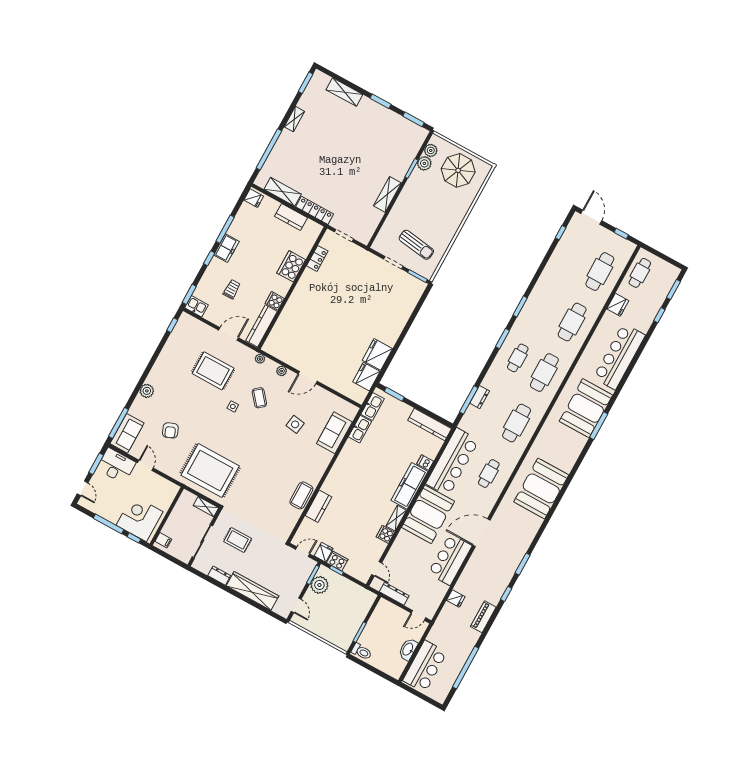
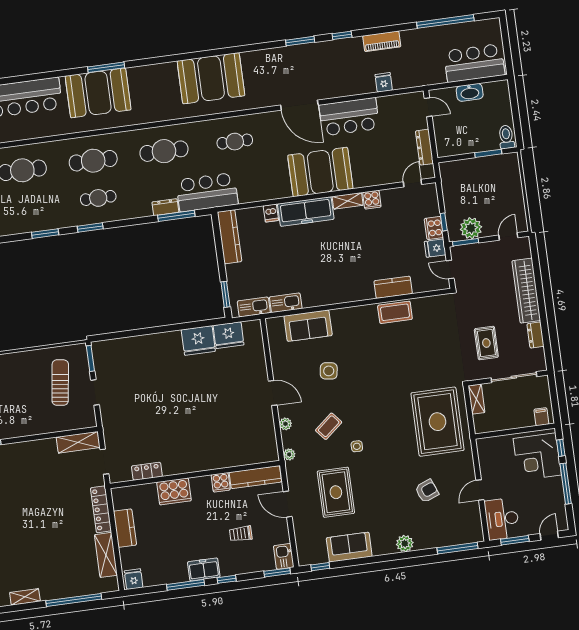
shelving: (387, 194) -> (78, 442), moved
sofa: (127, 433) -> (349, 547), moved
bar counter: (452, 462) -> (207, 192), moved, width x0.73

